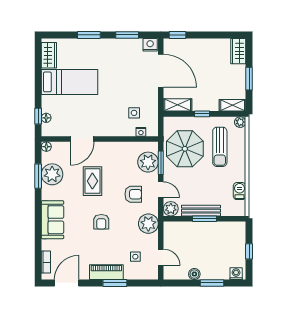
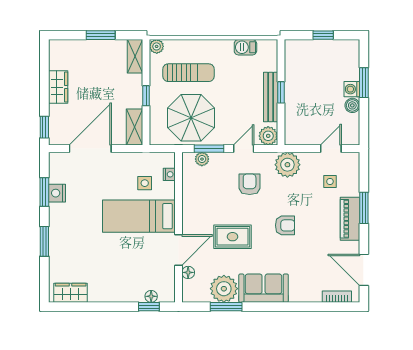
nightstand: (150, 45) -> (57, 193), moved
wardrobe: (238, 51) -> (58, 87), moved, turned -90
bed: (70, 82) -> (139, 216), moved, turned -90
door: (82, 139) -> (178, 250), hinge flipped
floor lamp: (46, 147) -> (188, 272), moved
plant: (148, 162) -> (202, 159), width x0.53, depth x0.53
window: (205, 219) -> (281, 92), width x0.67
sofa: (53, 220) -> (264, 288), moved
washing machine: (236, 274) -> (352, 89), moved

